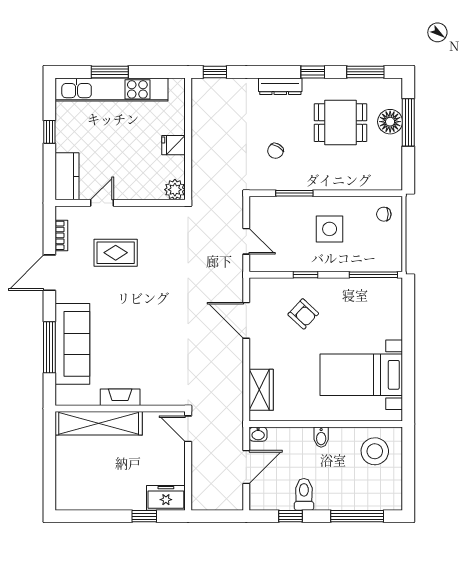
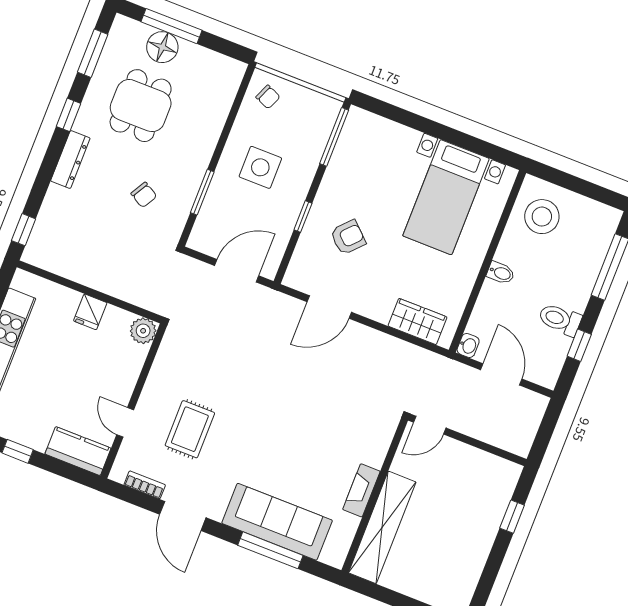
chair: (384, 214) -> (268, 97), turned -67
door: (246, 241) -> (237, 271), width x1.38
freezer: (166, 498) -> (500, 483), removed

